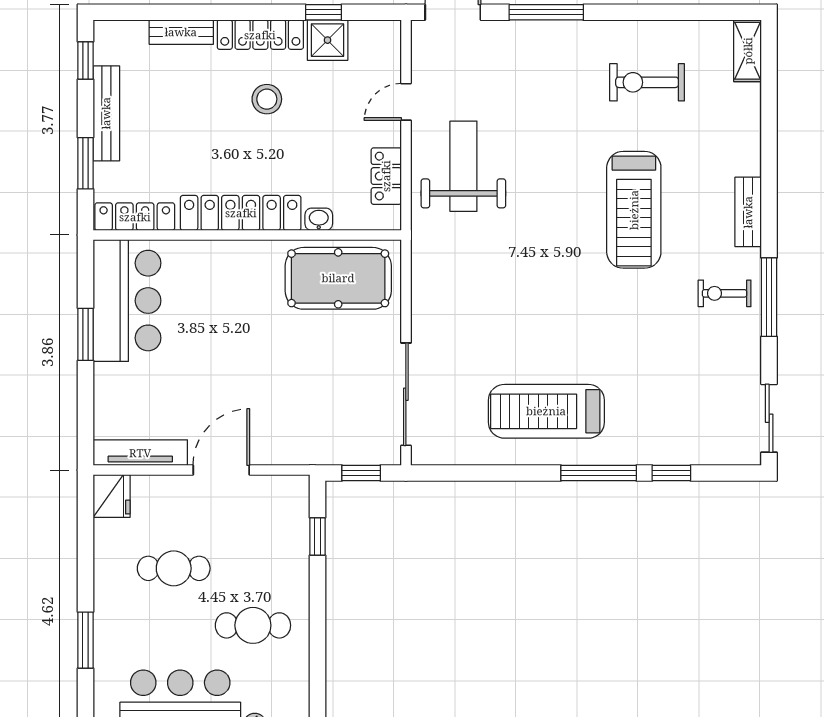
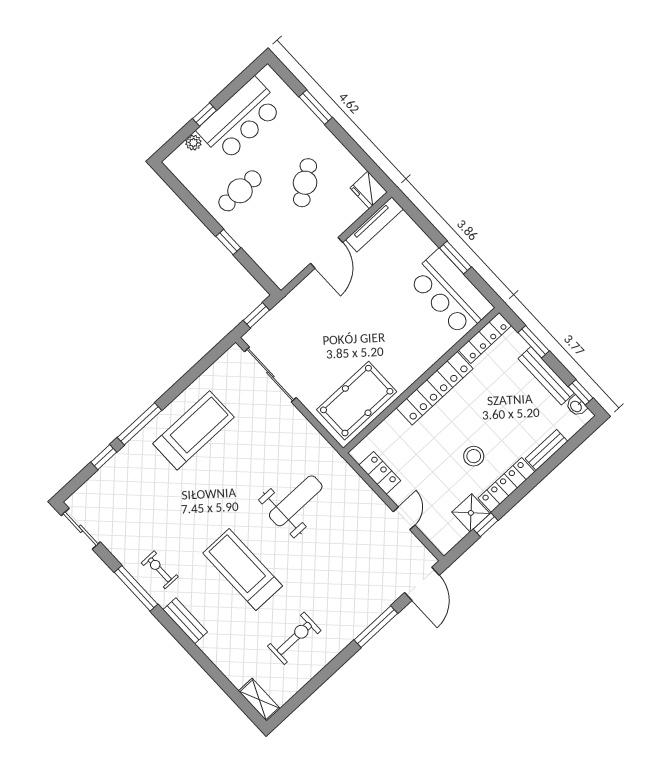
weight bench: (463, 166) -> (296, 501), moved, turned -90
washbasin: (319, 219) -> (576, 406), moved, turned 90
exercise bike: (725, 293) -> (160, 570), turned -90
window: (317, 536) -> (228, 242), moved
cafe table: (174, 568) -> (305, 183), turned -36

